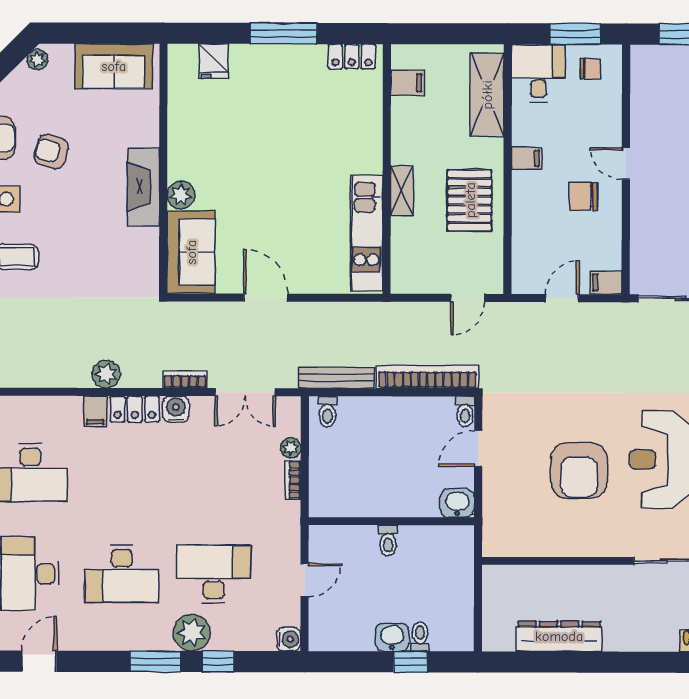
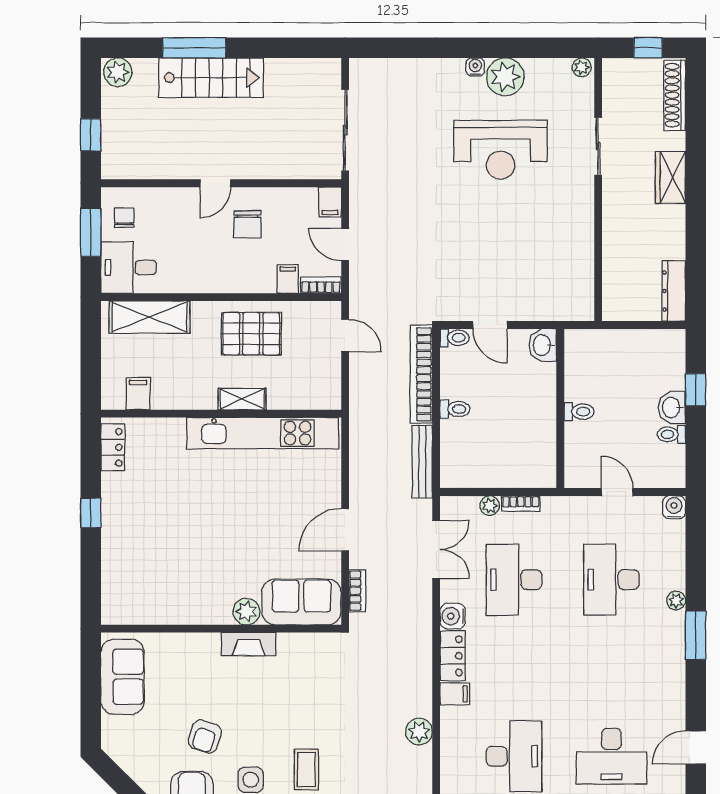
window: (284, 33) -> (91, 513), width x0.46
plant: (38, 60) -> (116, 750), removed
fridge: (214, 61) -> (117, 580), removed
filing cabinet: (526, 158) -> (288, 279), moved
fireplace: (143, 187) -> (249, 644), width x0.73, depth x0.76
kitchen unit: (366, 233) -> (263, 433), width x1.36
bookcase: (520, 273) -> (321, 285), added
plant: (106, 374) -> (419, 732), moved
bookcase: (185, 379) -> (357, 591), moved, turned 180
toilet: (328, 412) -> (455, 409), moved
armchair: (579, 470) -> (511, 228), removed
desk: (122, 574) -> (514, 580), moved, turned 180
plant: (192, 633) -> (676, 601), width x0.53, depth x0.53
dresser: (559, 636) -> (674, 291), moved, width x0.73, depth x0.80
wardrobe: (631, 636) -> (670, 178), added
toilet: (420, 637) -> (671, 434), moved
door: (39, 661) -> (696, 747), hinge flipped
window: (218, 662) -> (696, 575), removed

